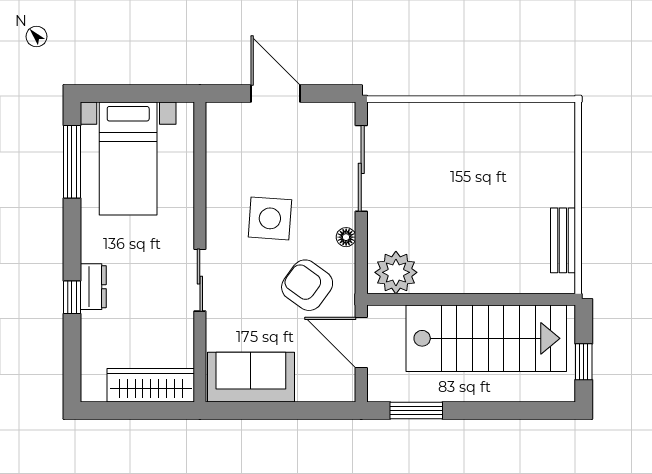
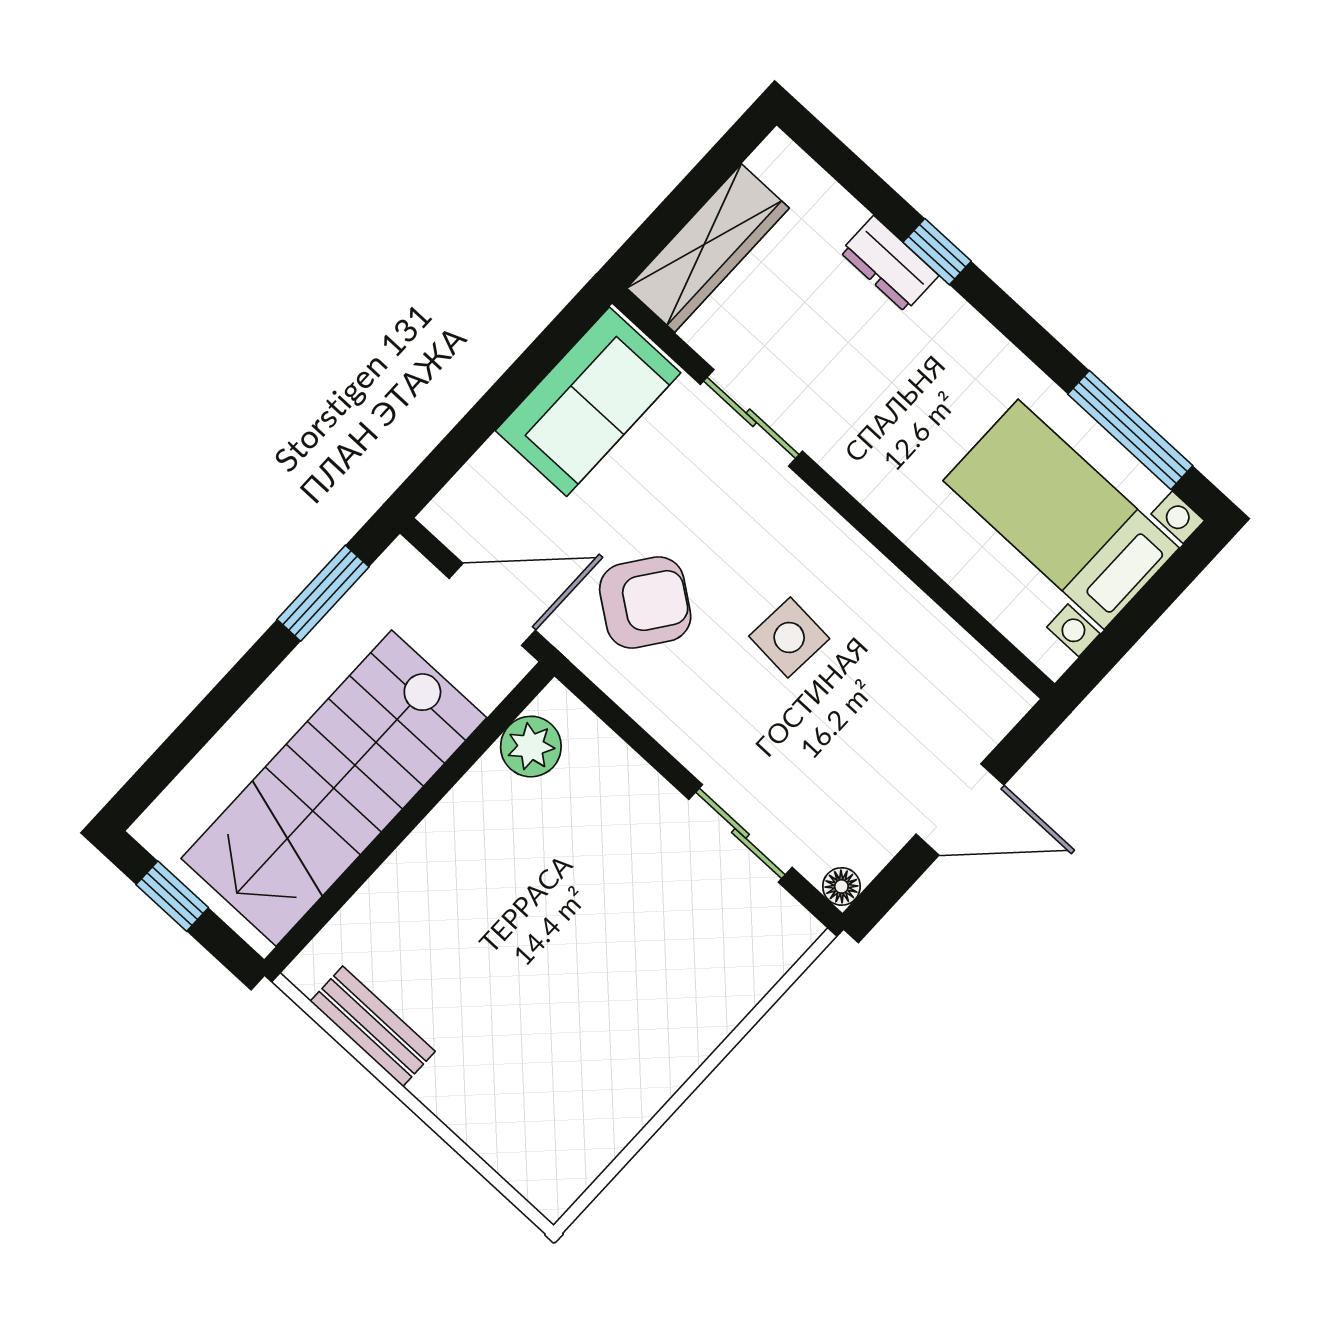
sliding door: (361, 168) -> (740, 833), width x0.73
side table: (270, 218) -> (789, 637), width x0.73, depth x0.73
floor lamp: (346, 237) -> (841, 886), moved
plant: (396, 272) -> (531, 747), width x0.73, depth x0.73
sliding door: (200, 280) -> (751, 418), moved
dresser: (93, 287) -> (889, 264), moved

